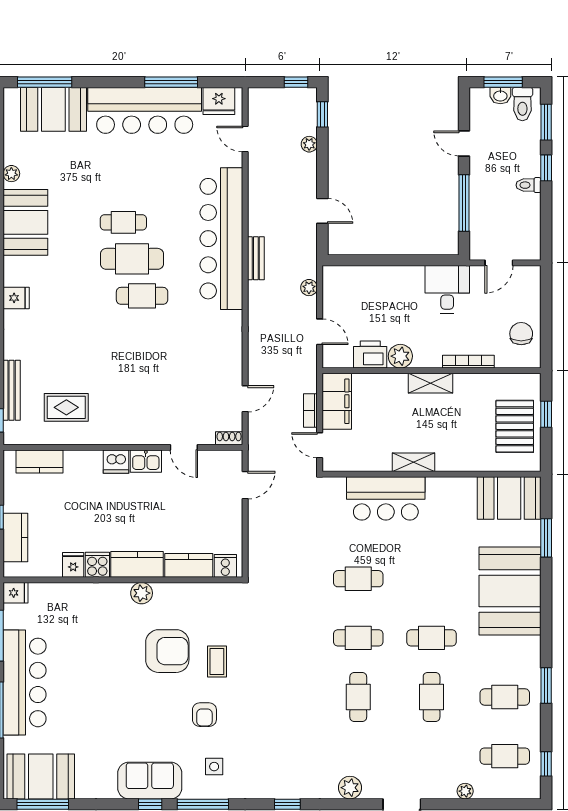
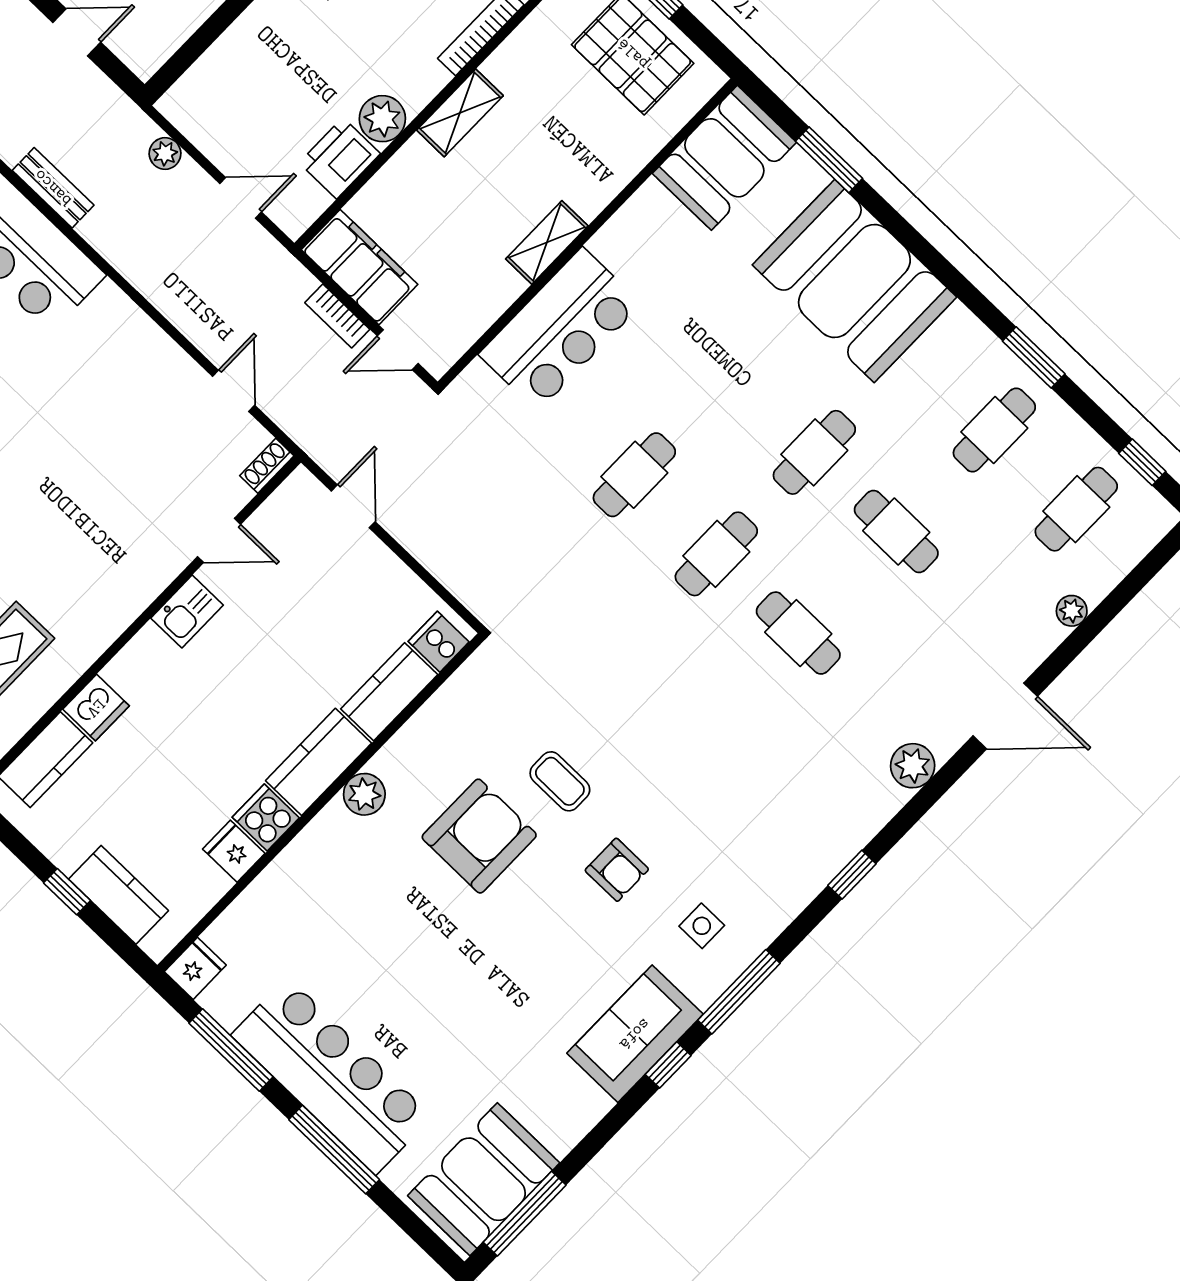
dishwasher: (116, 462) -> (96, 708), moved

